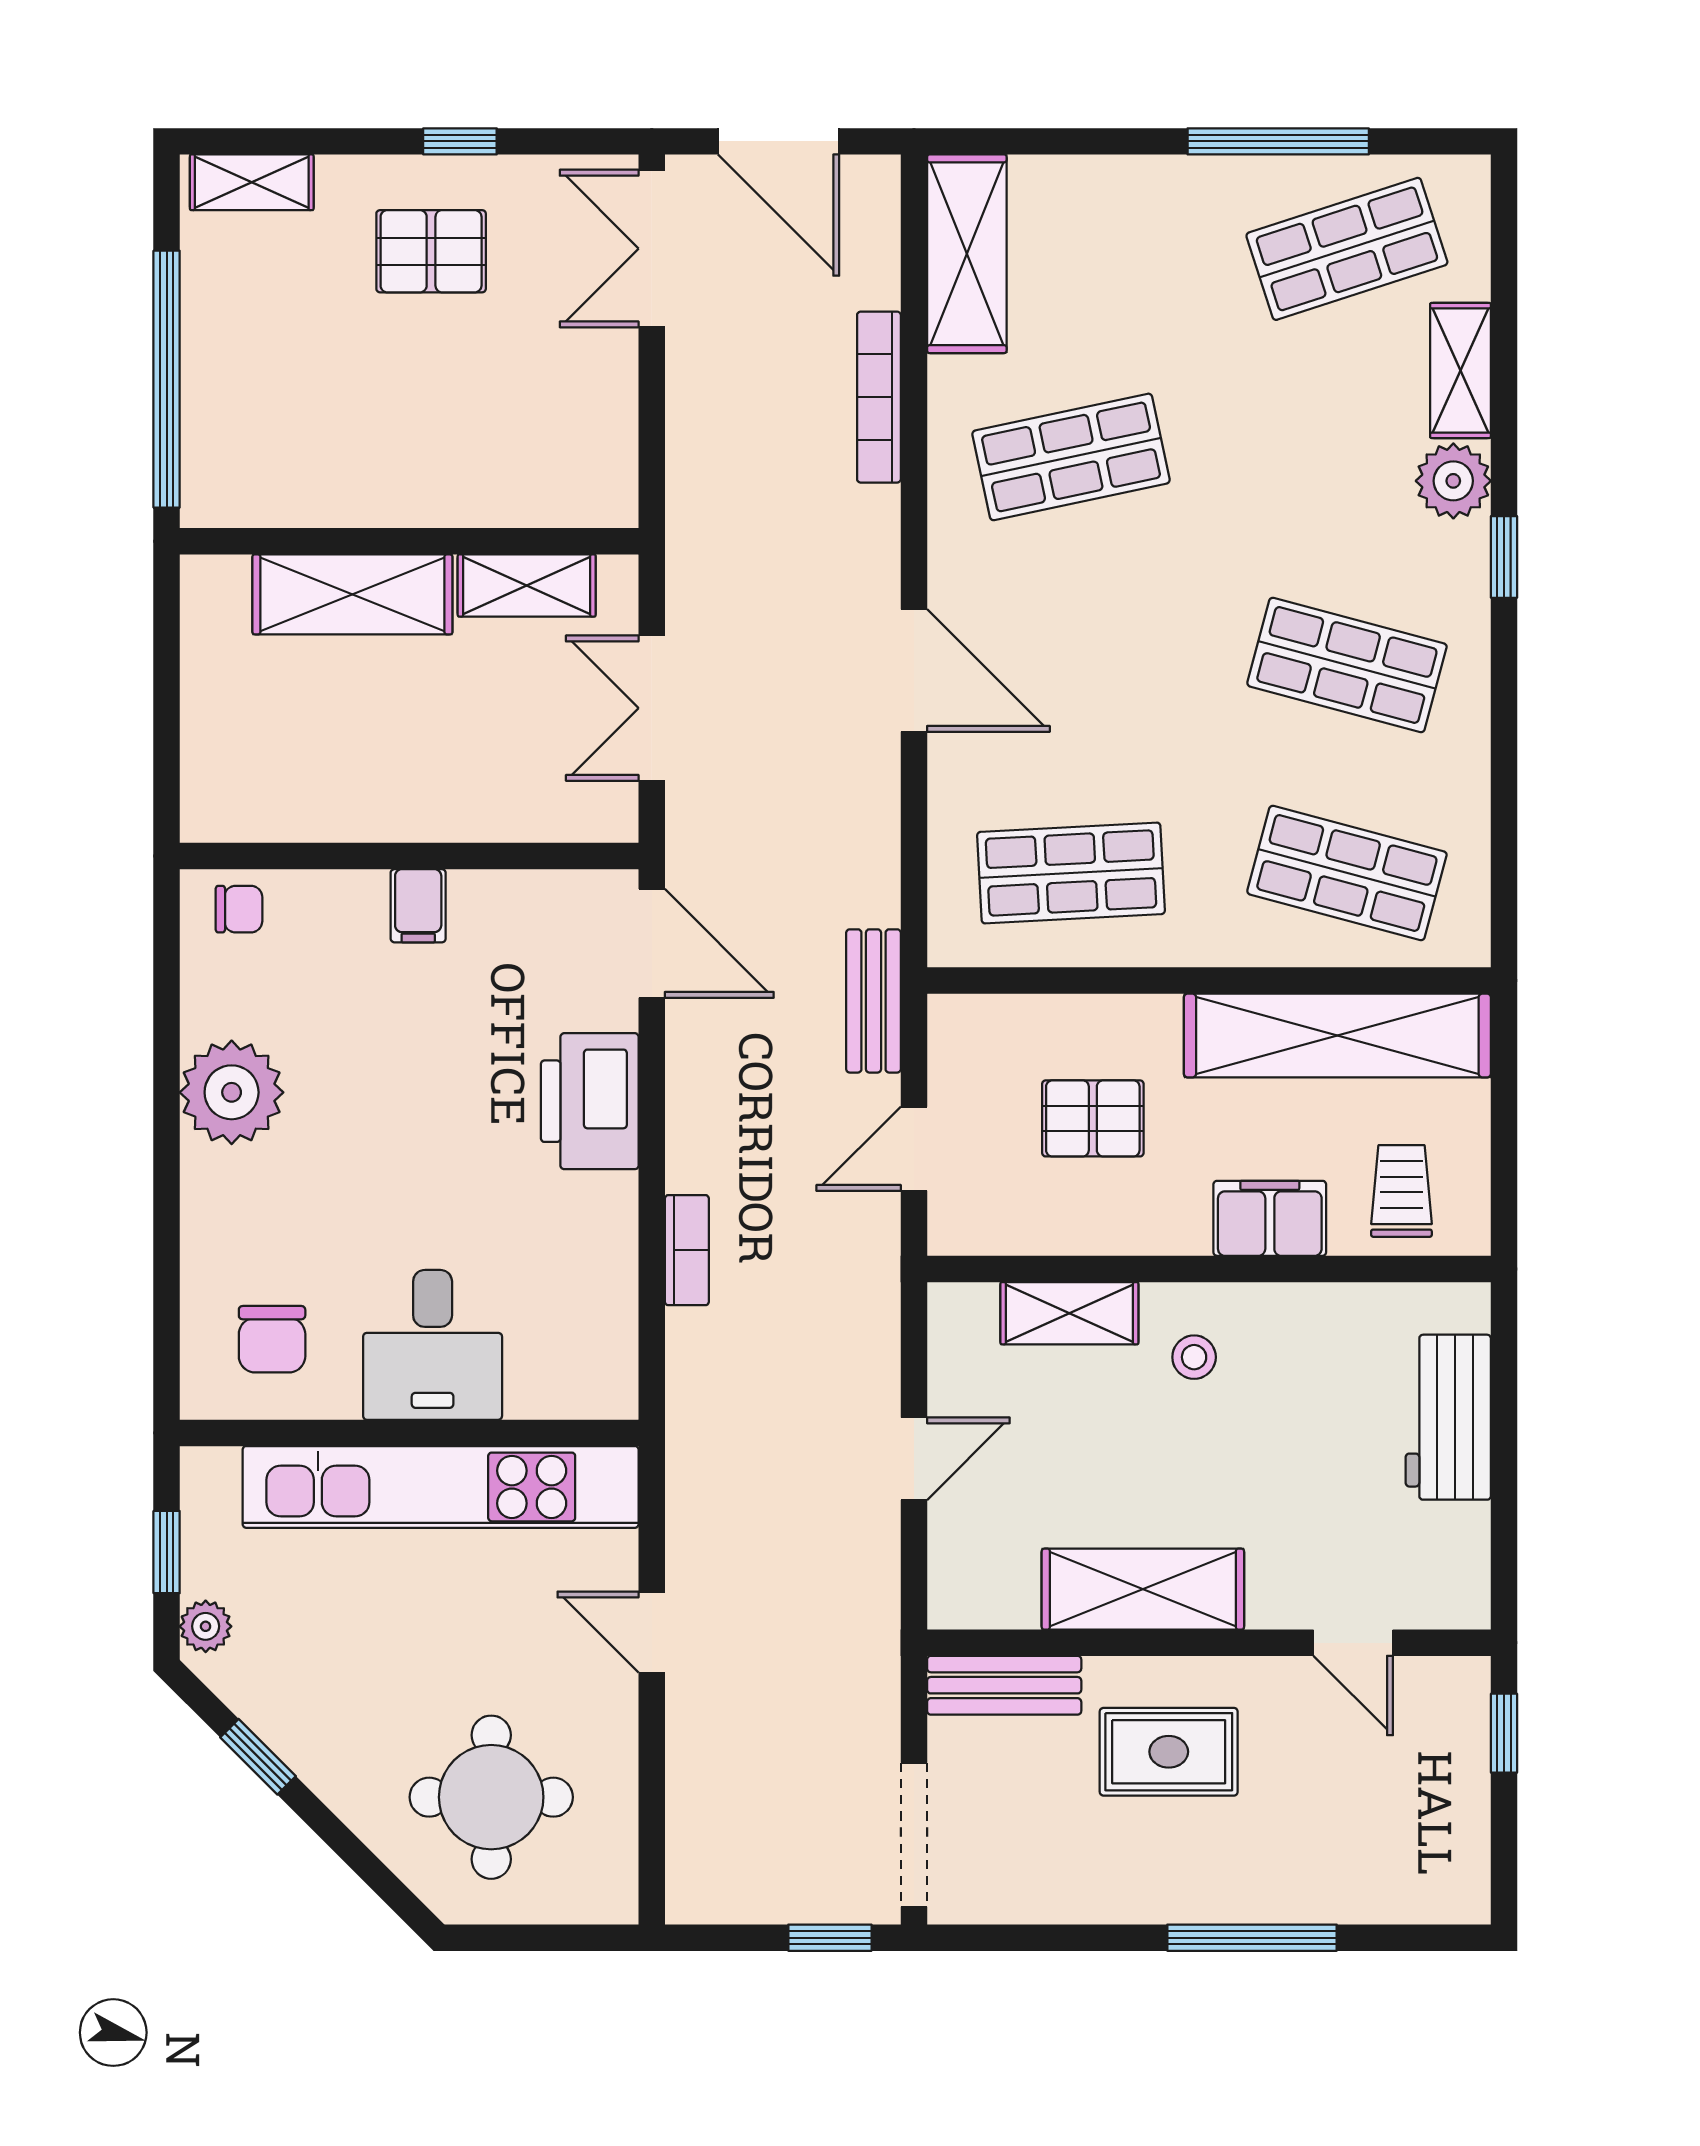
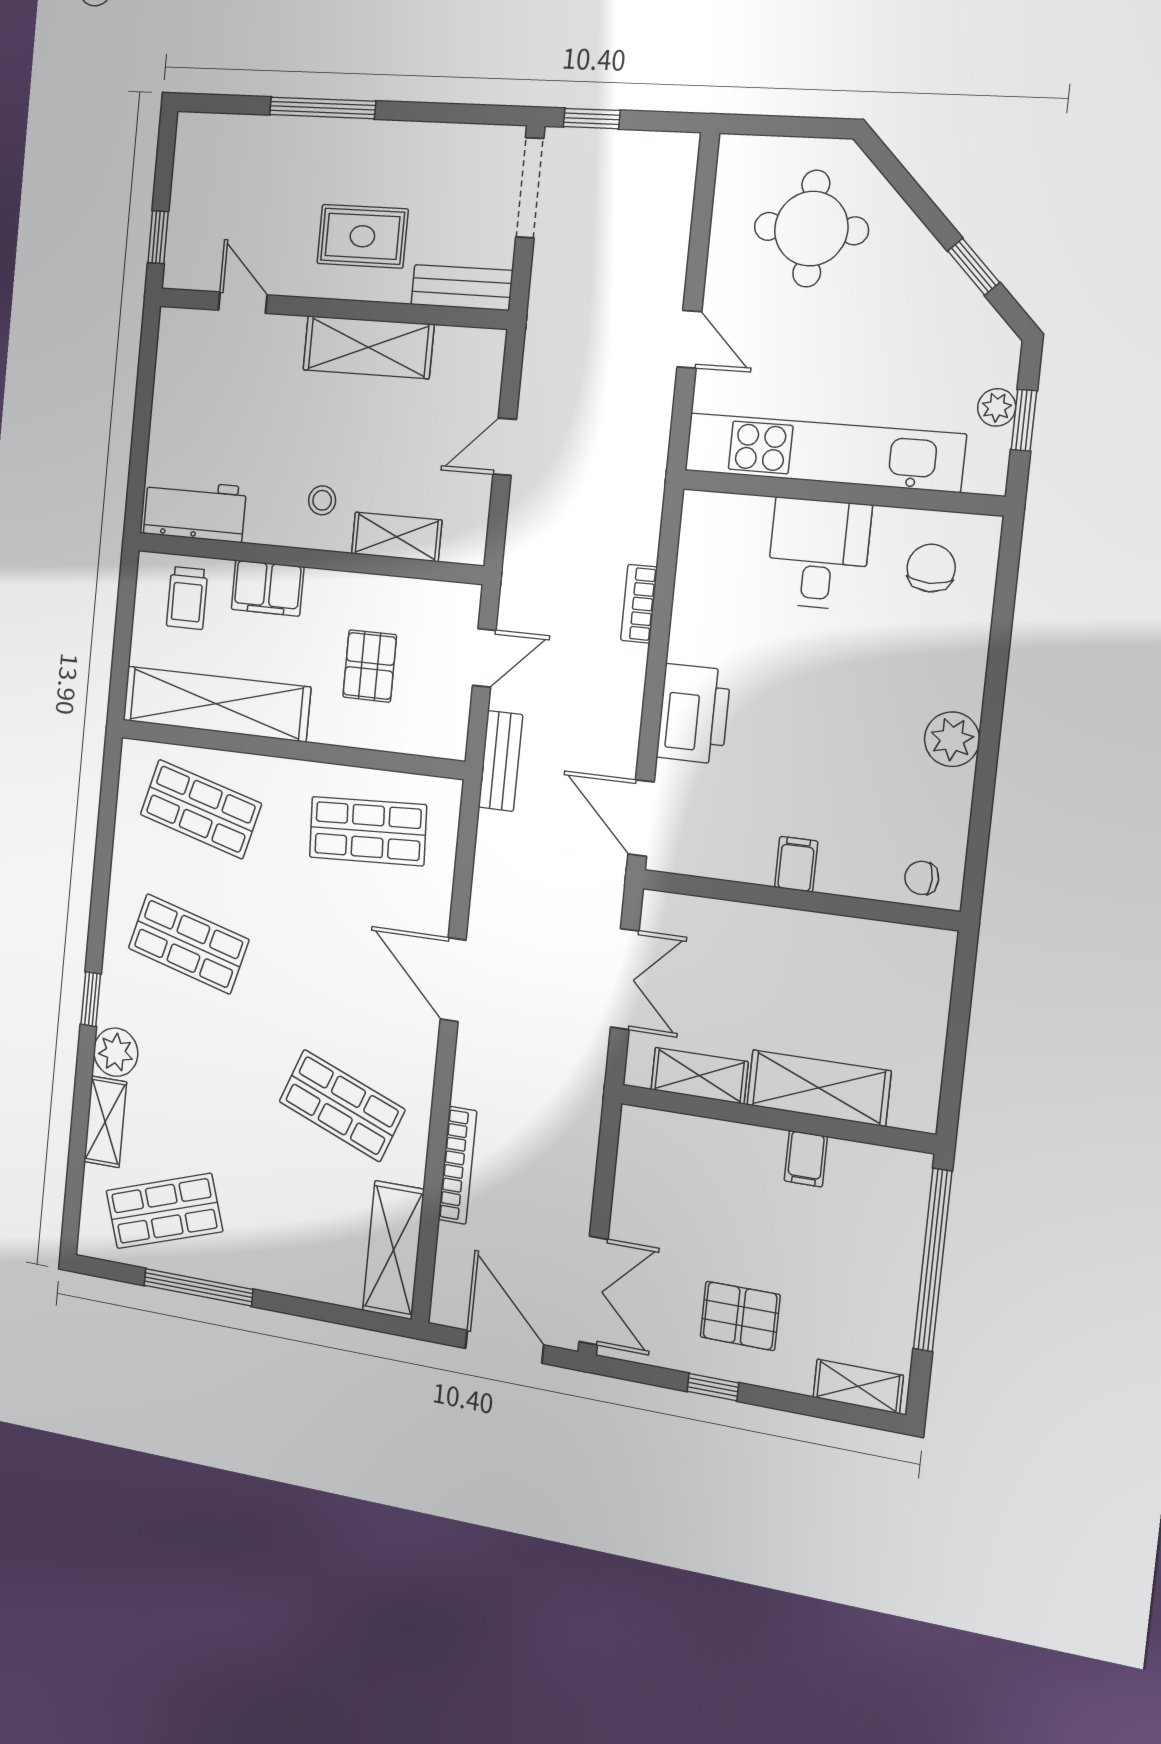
shop shelf: (1071, 457) -> (342, 1106), turned 33
filing cabinet: (360, 491) -> (806, 1159), added
plant: (232, 1092) -> (952, 739), width x0.73, depth x0.73
pallet: (1093, 1118) -> (370, 666), turned 90
workbench: (1448, 1417) -> (195, 510), moved, turned -90
plant: (206, 1626) -> (997, 407), moved

